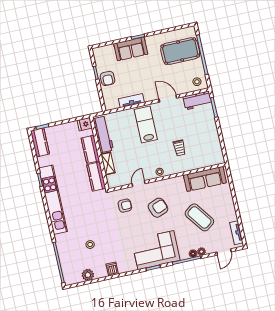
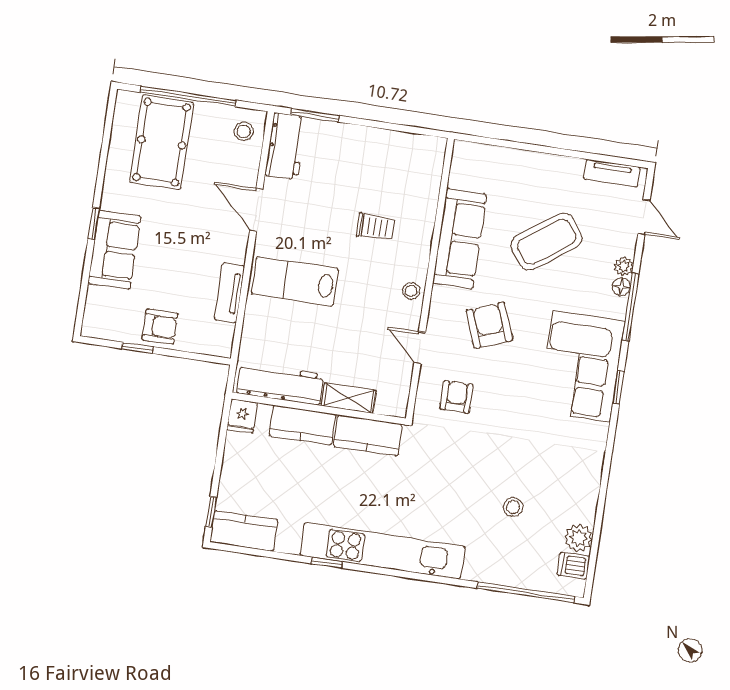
door: (168, 99) -> (256, 210), hinge flipped
sofa: (205, 179) -> (460, 239), moved
dishwasher: (112, 269) -> (573, 566), moved

